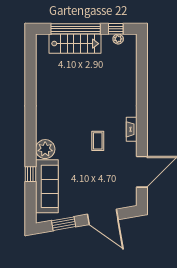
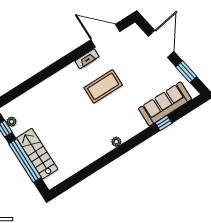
fireplace: (132, 129) -> (87, 59), moved
coffee table: (98, 141) -> (103, 86), width x1.86, depth x1.72
plant: (45, 149) -> (116, 142), moved, width x0.53, depth x0.53

